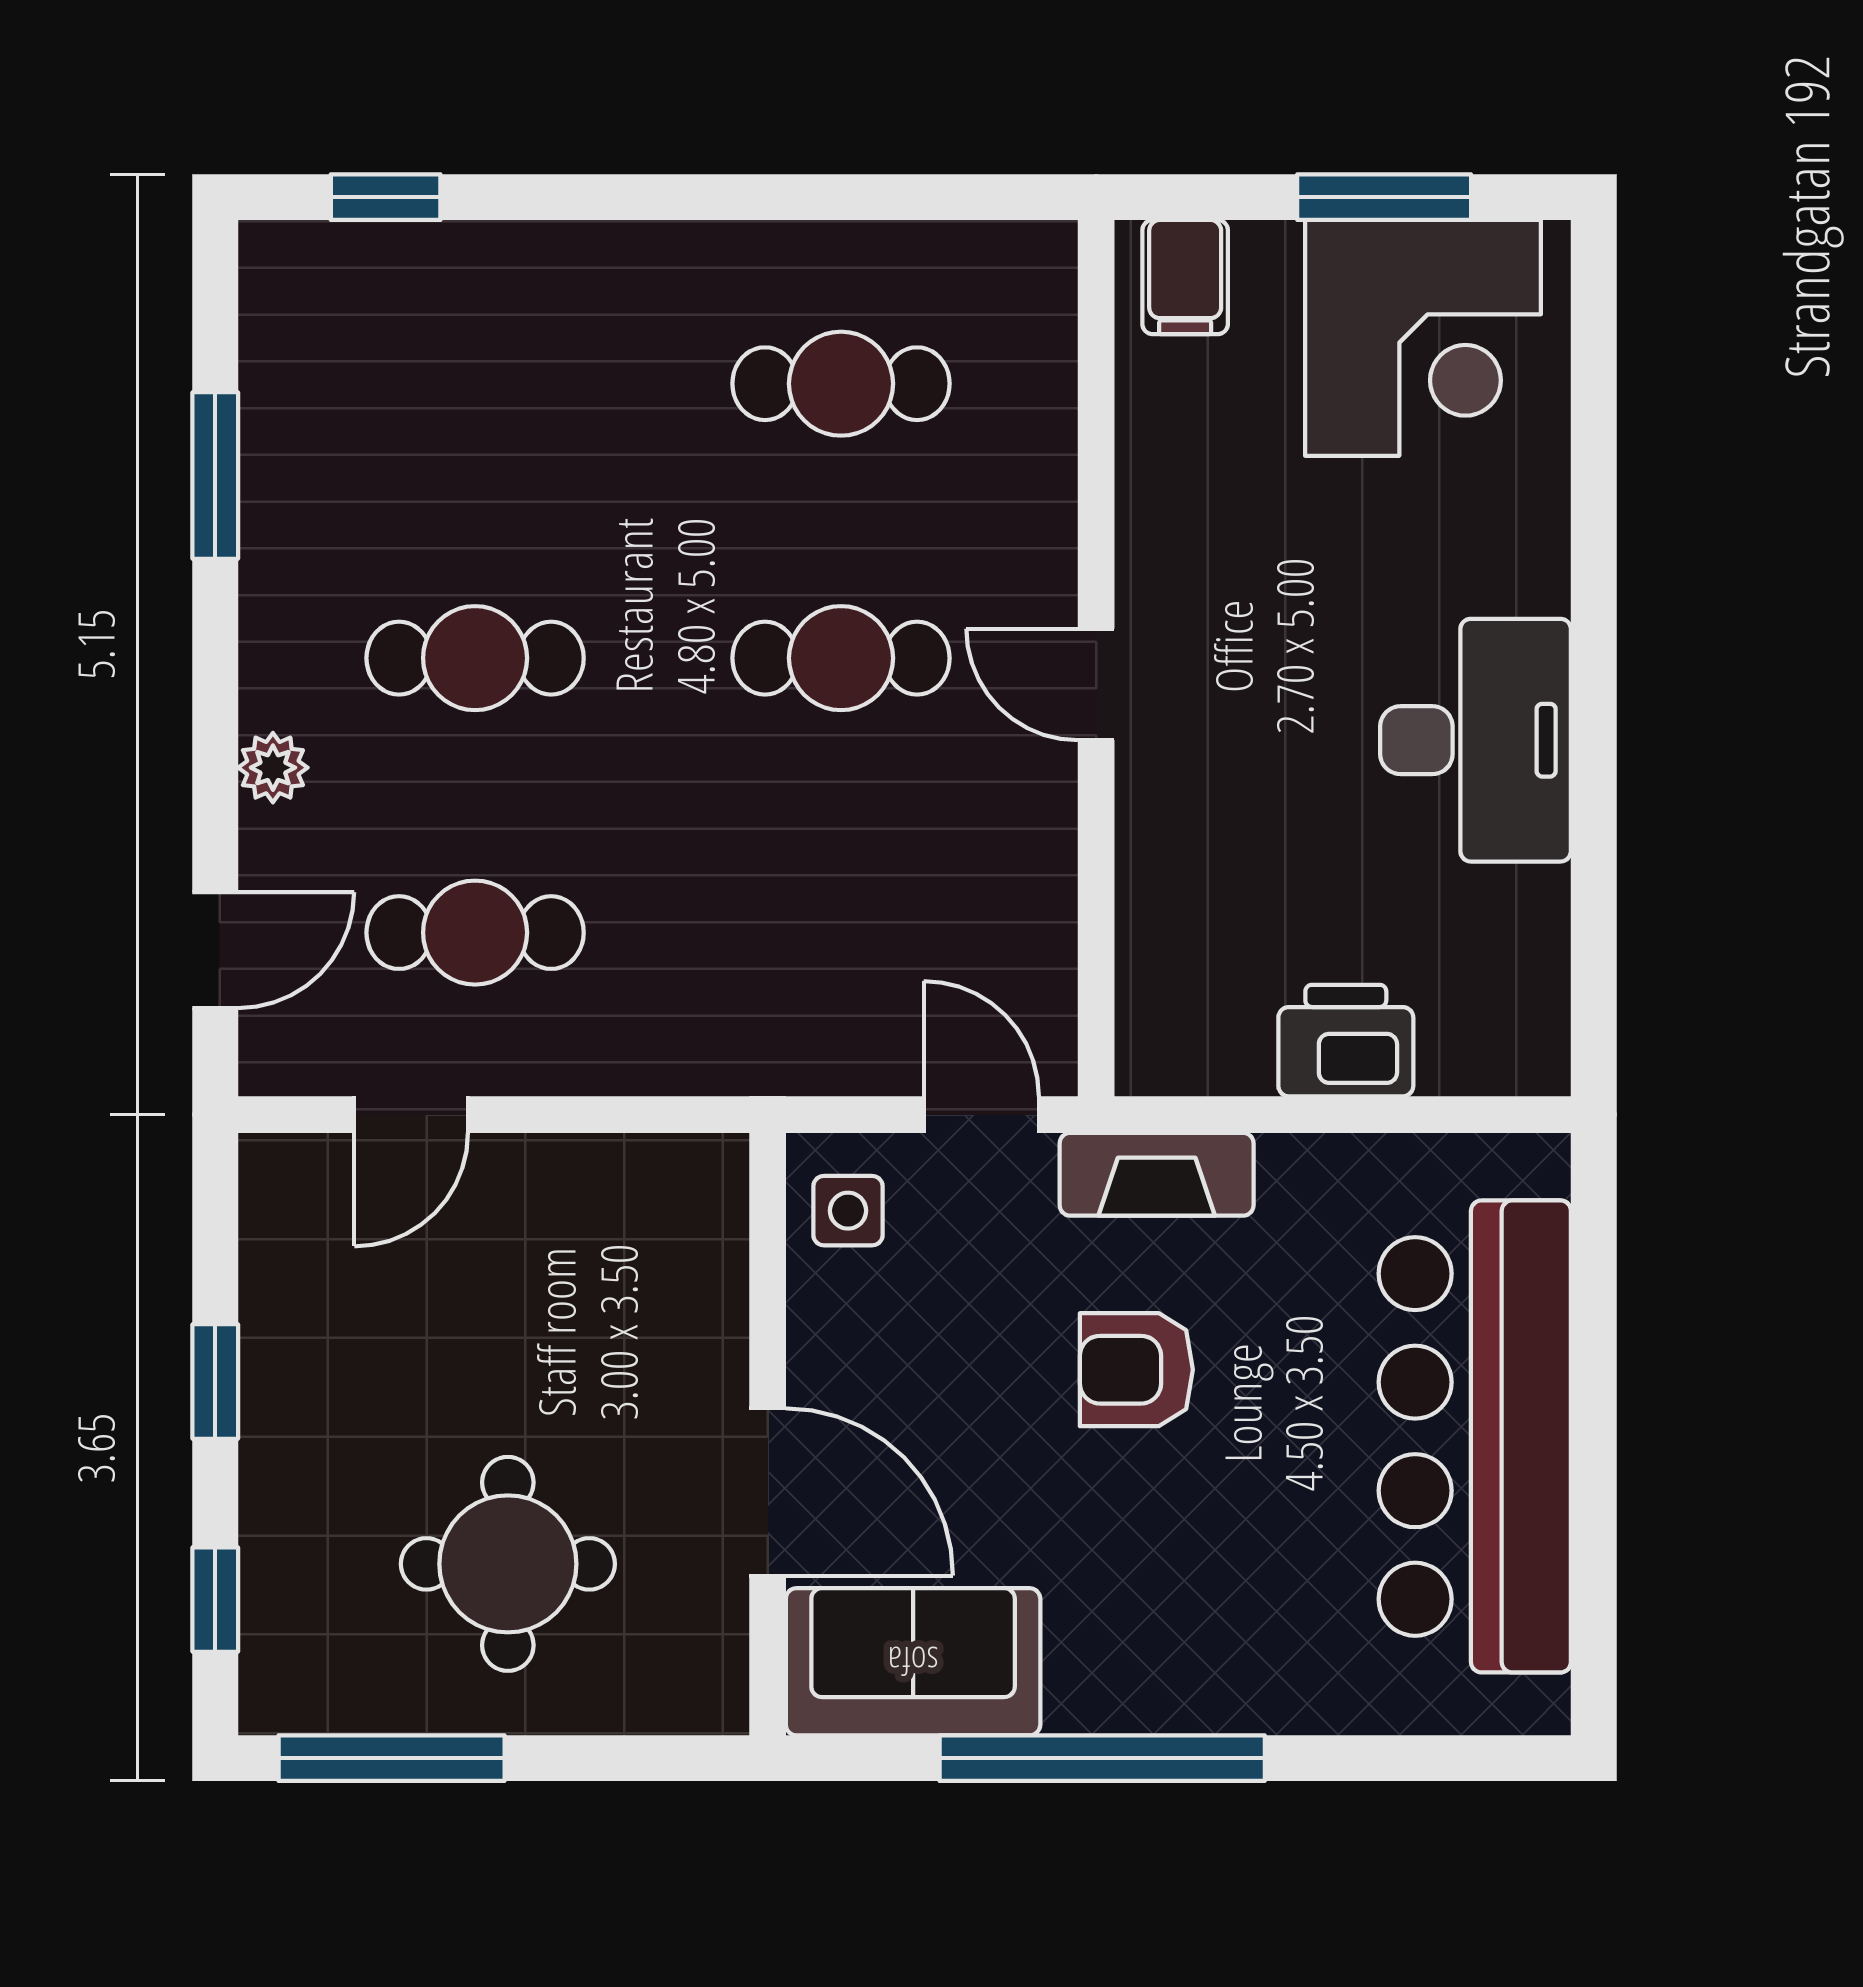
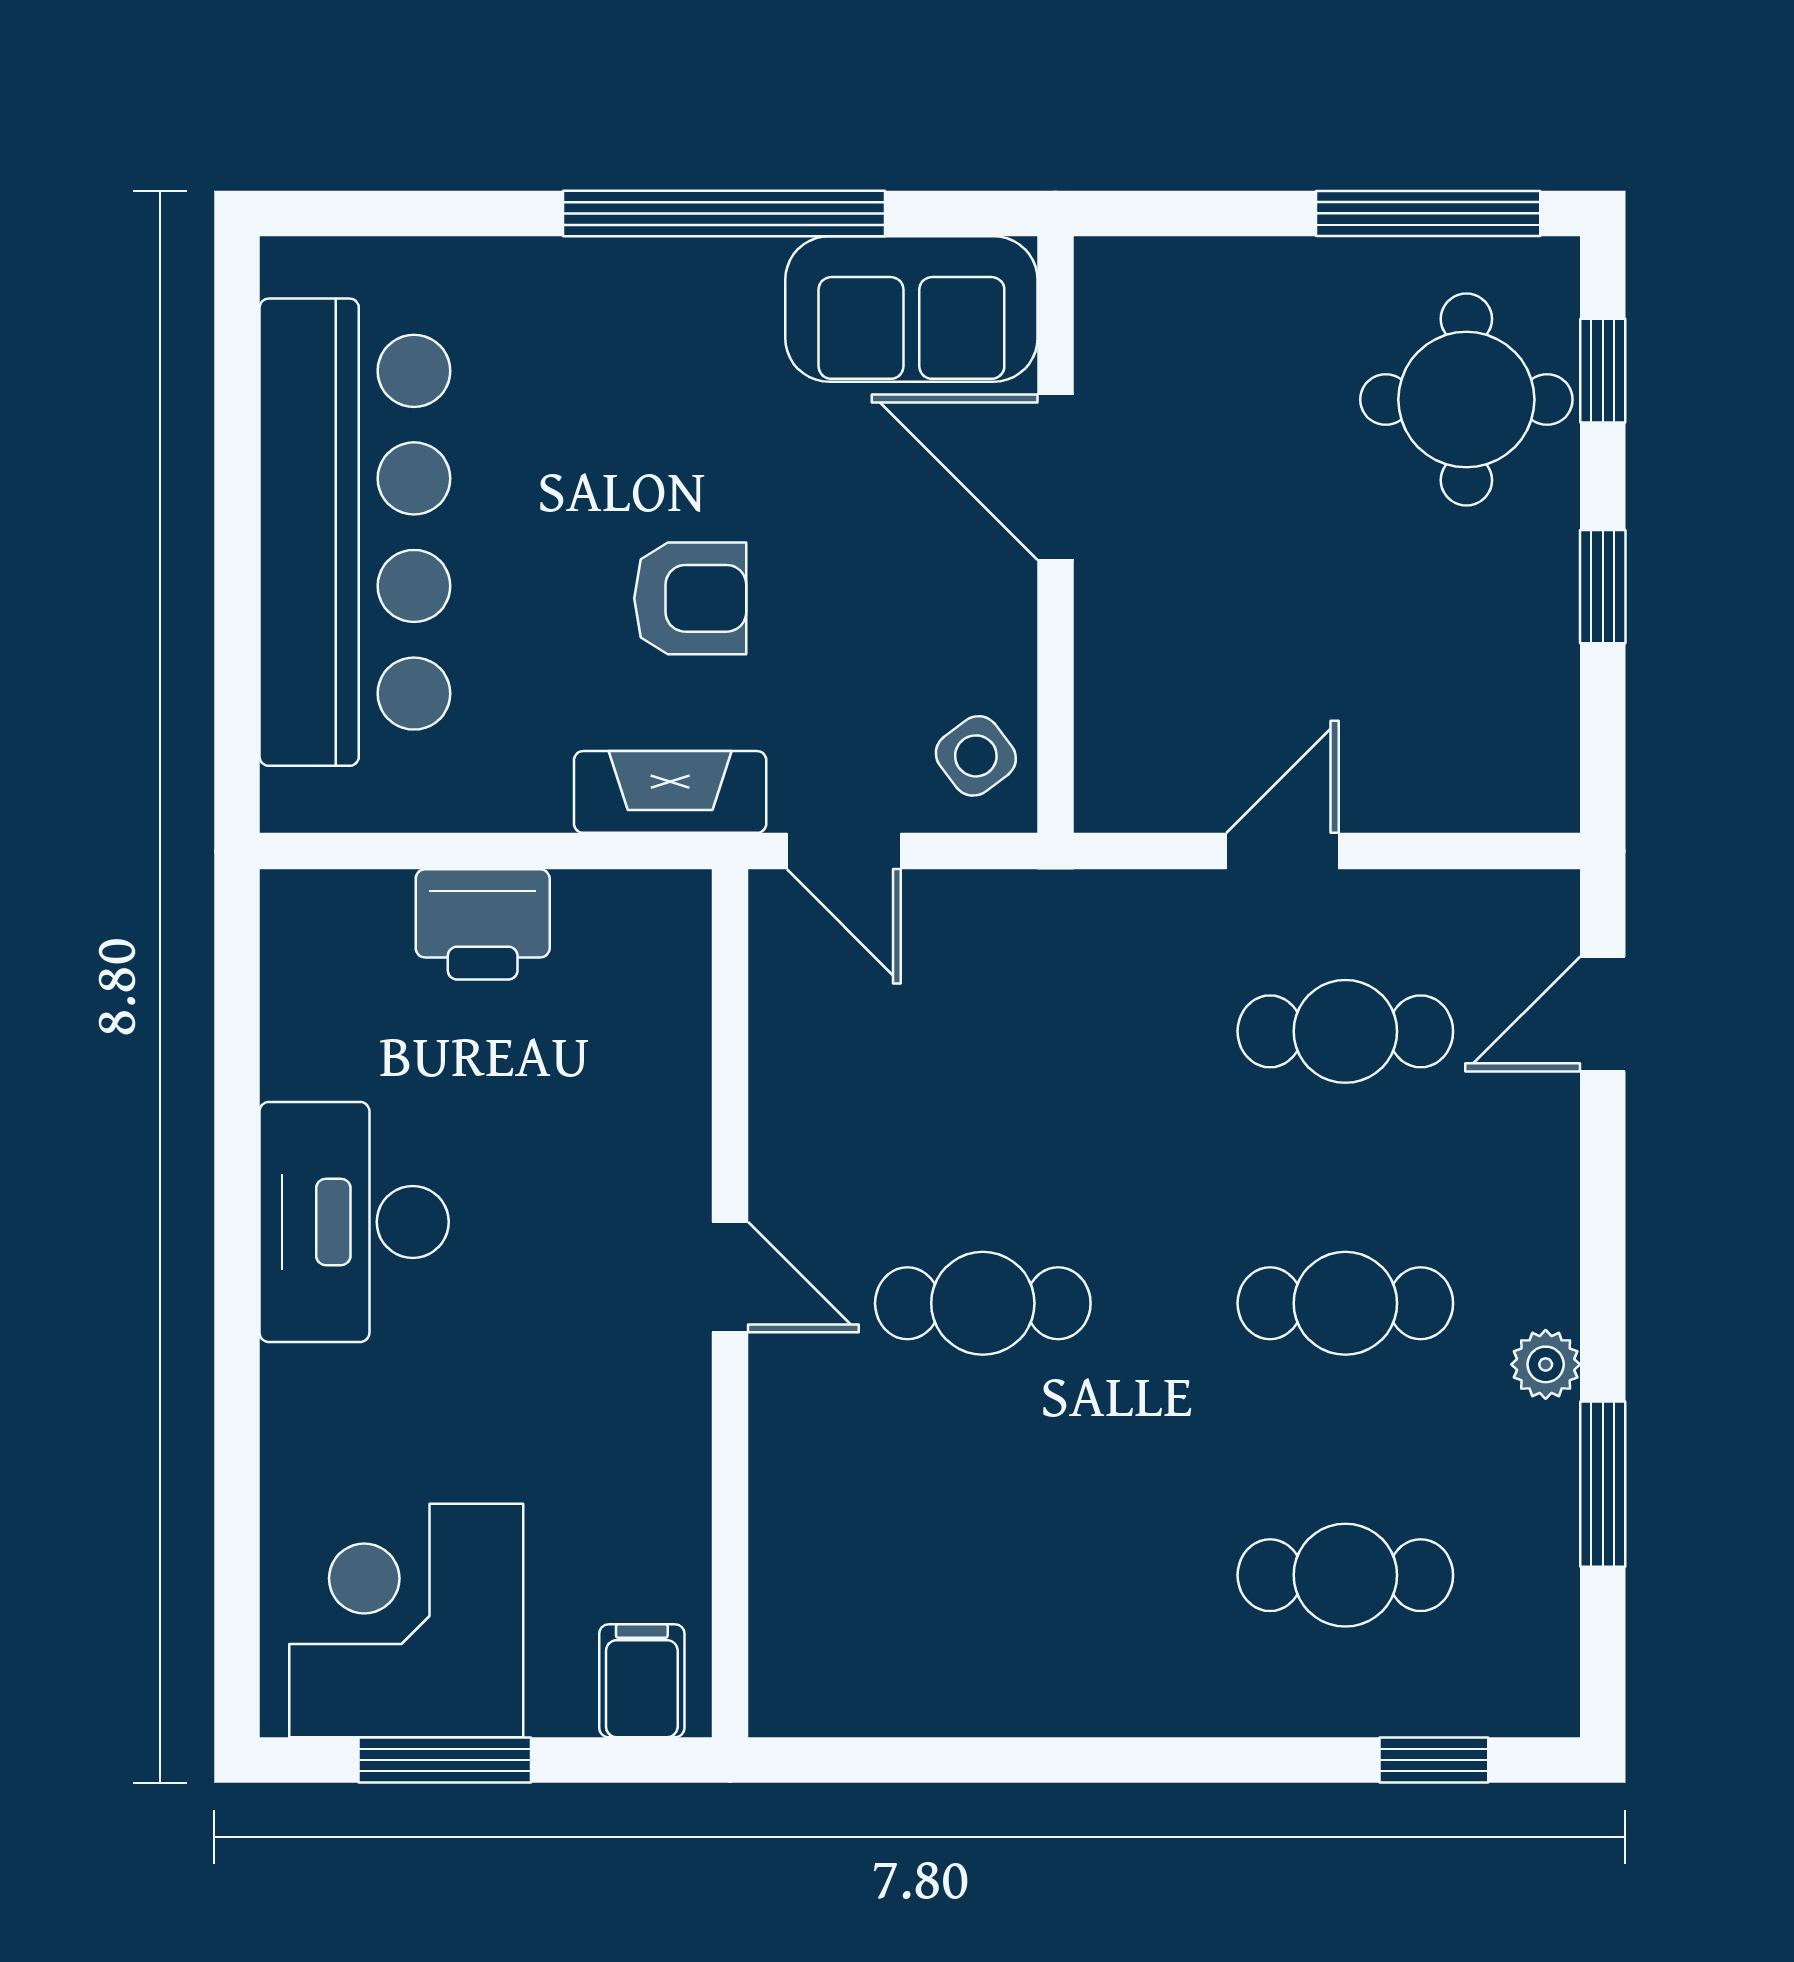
cafe table: (841, 384) -> (1345, 1575), moved
plant: (273, 768) -> (1546, 1364), moved
door: (411, 1115) -> (1283, 851), moved
side table: (848, 1211) -> (976, 756), turned -37
round table: (508, 1564) -> (1466, 400), moved

